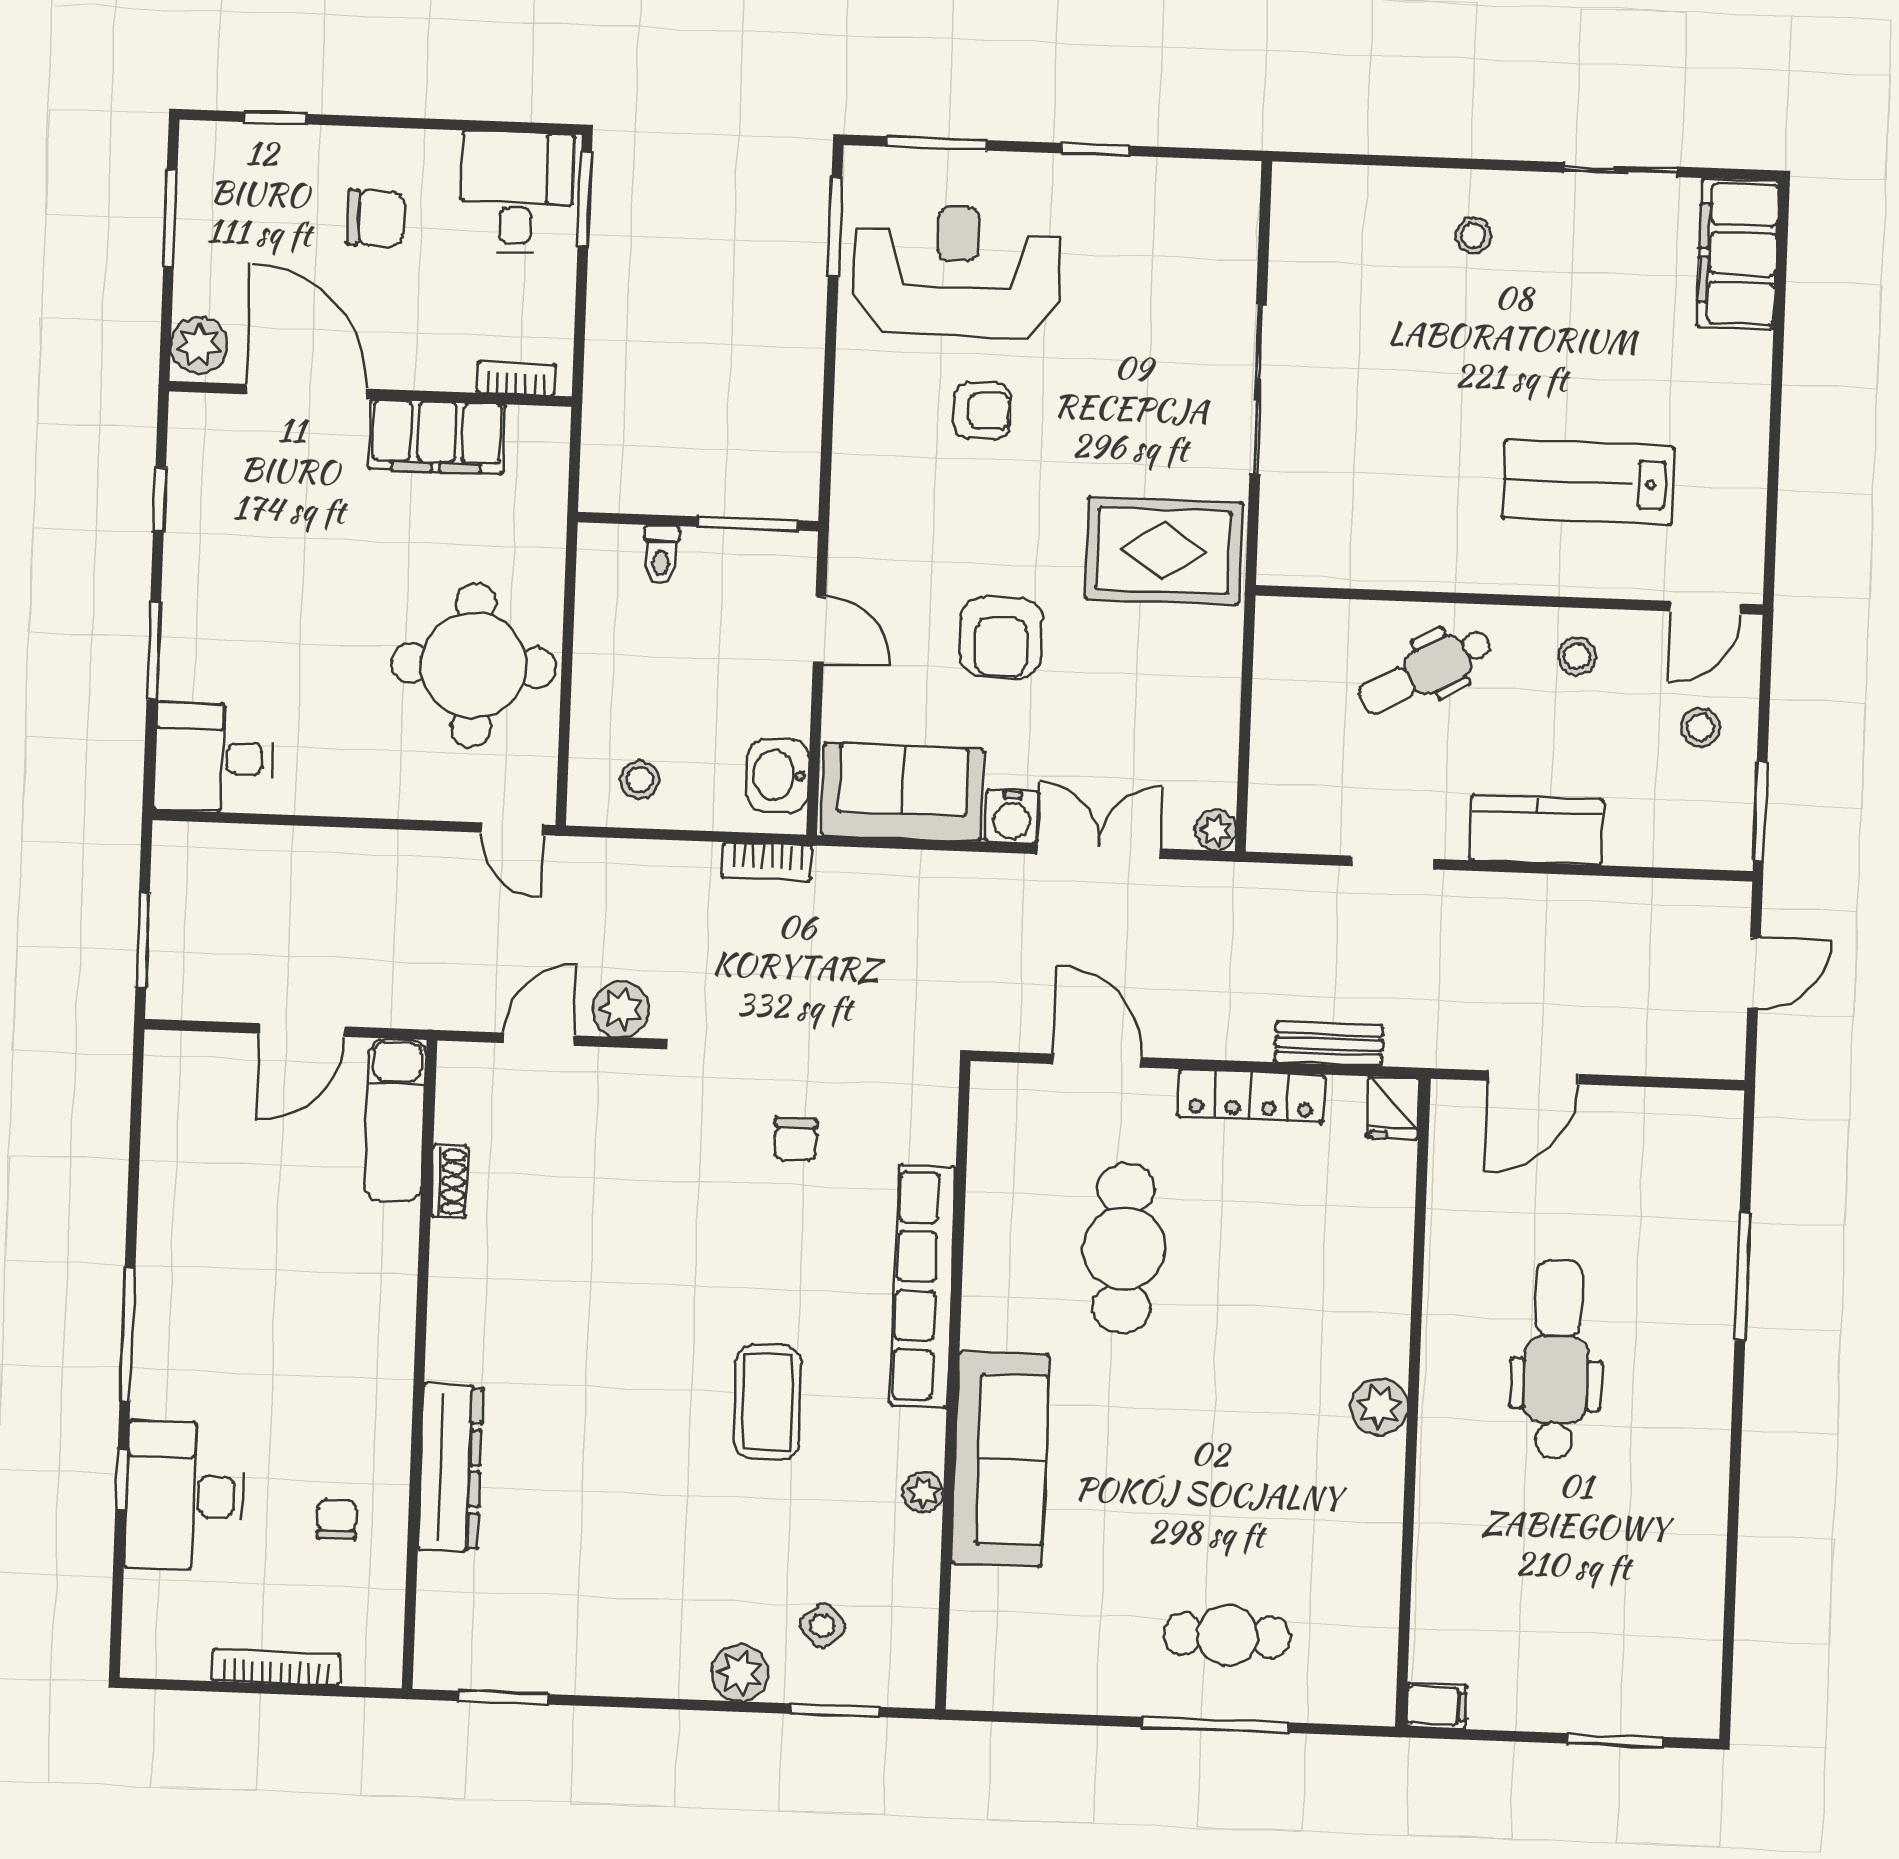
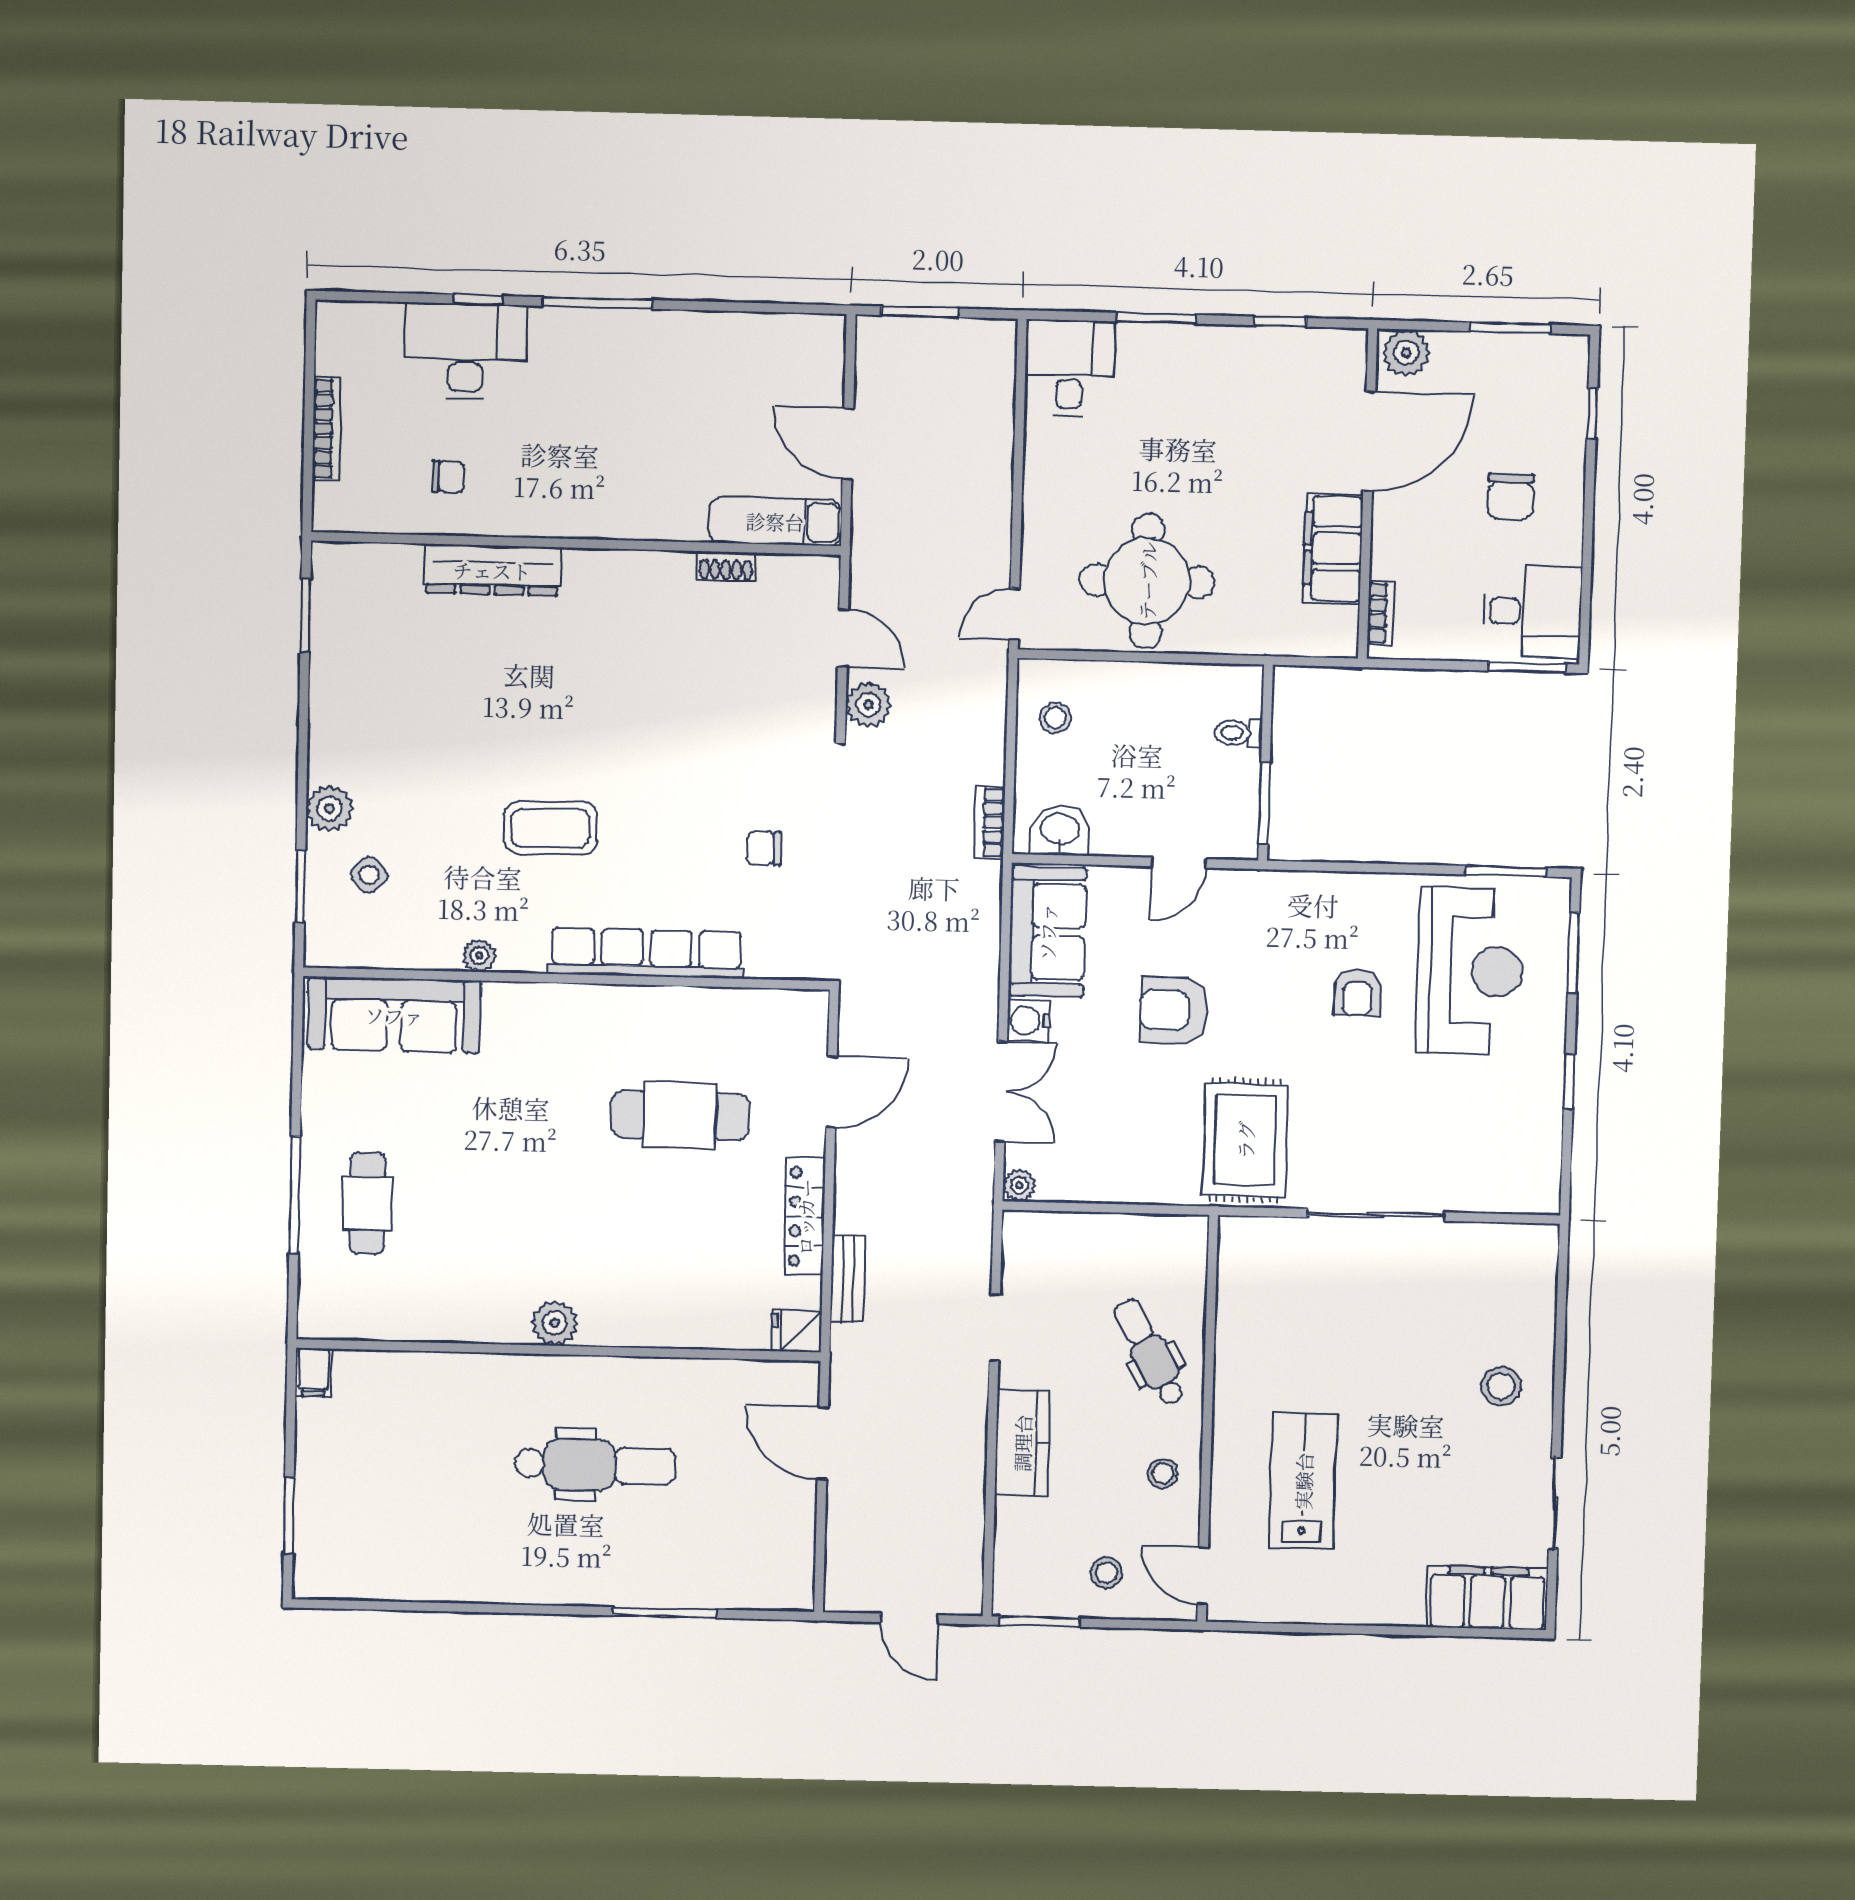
stool: (1473, 235) -> (1501, 1386), width x1.37, depth x1.37
sofa: (1000, 1459) -> (394, 1015), moved

